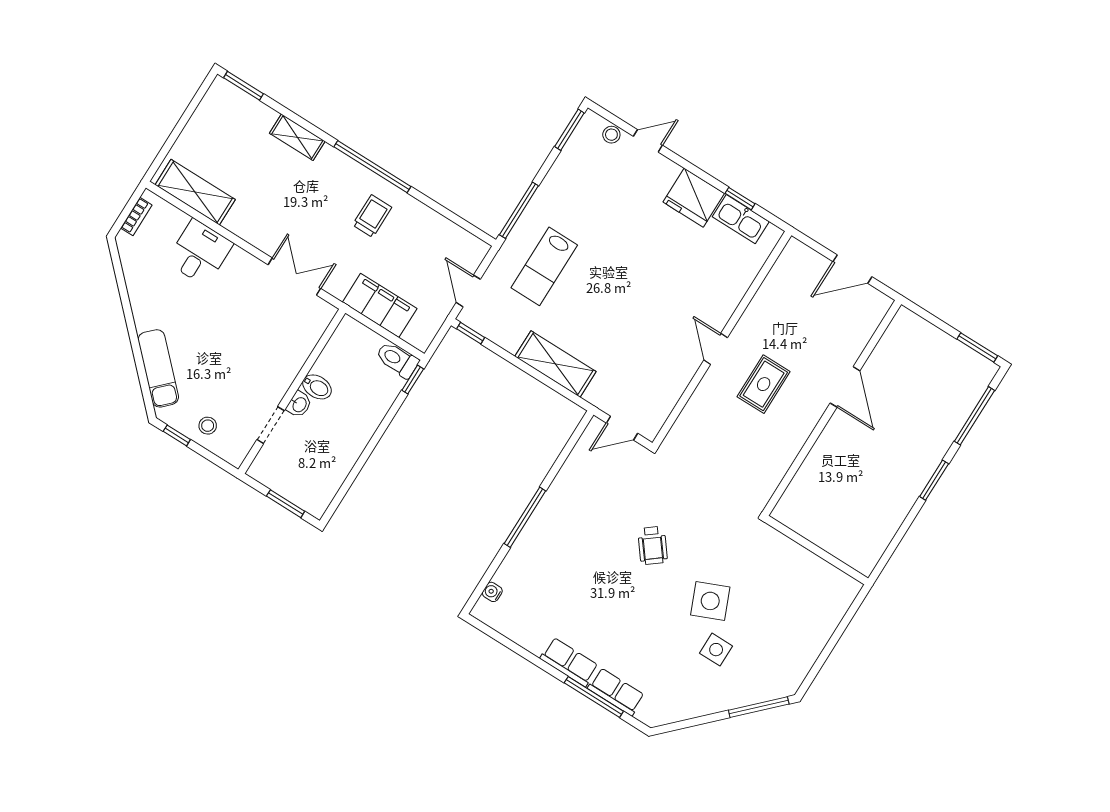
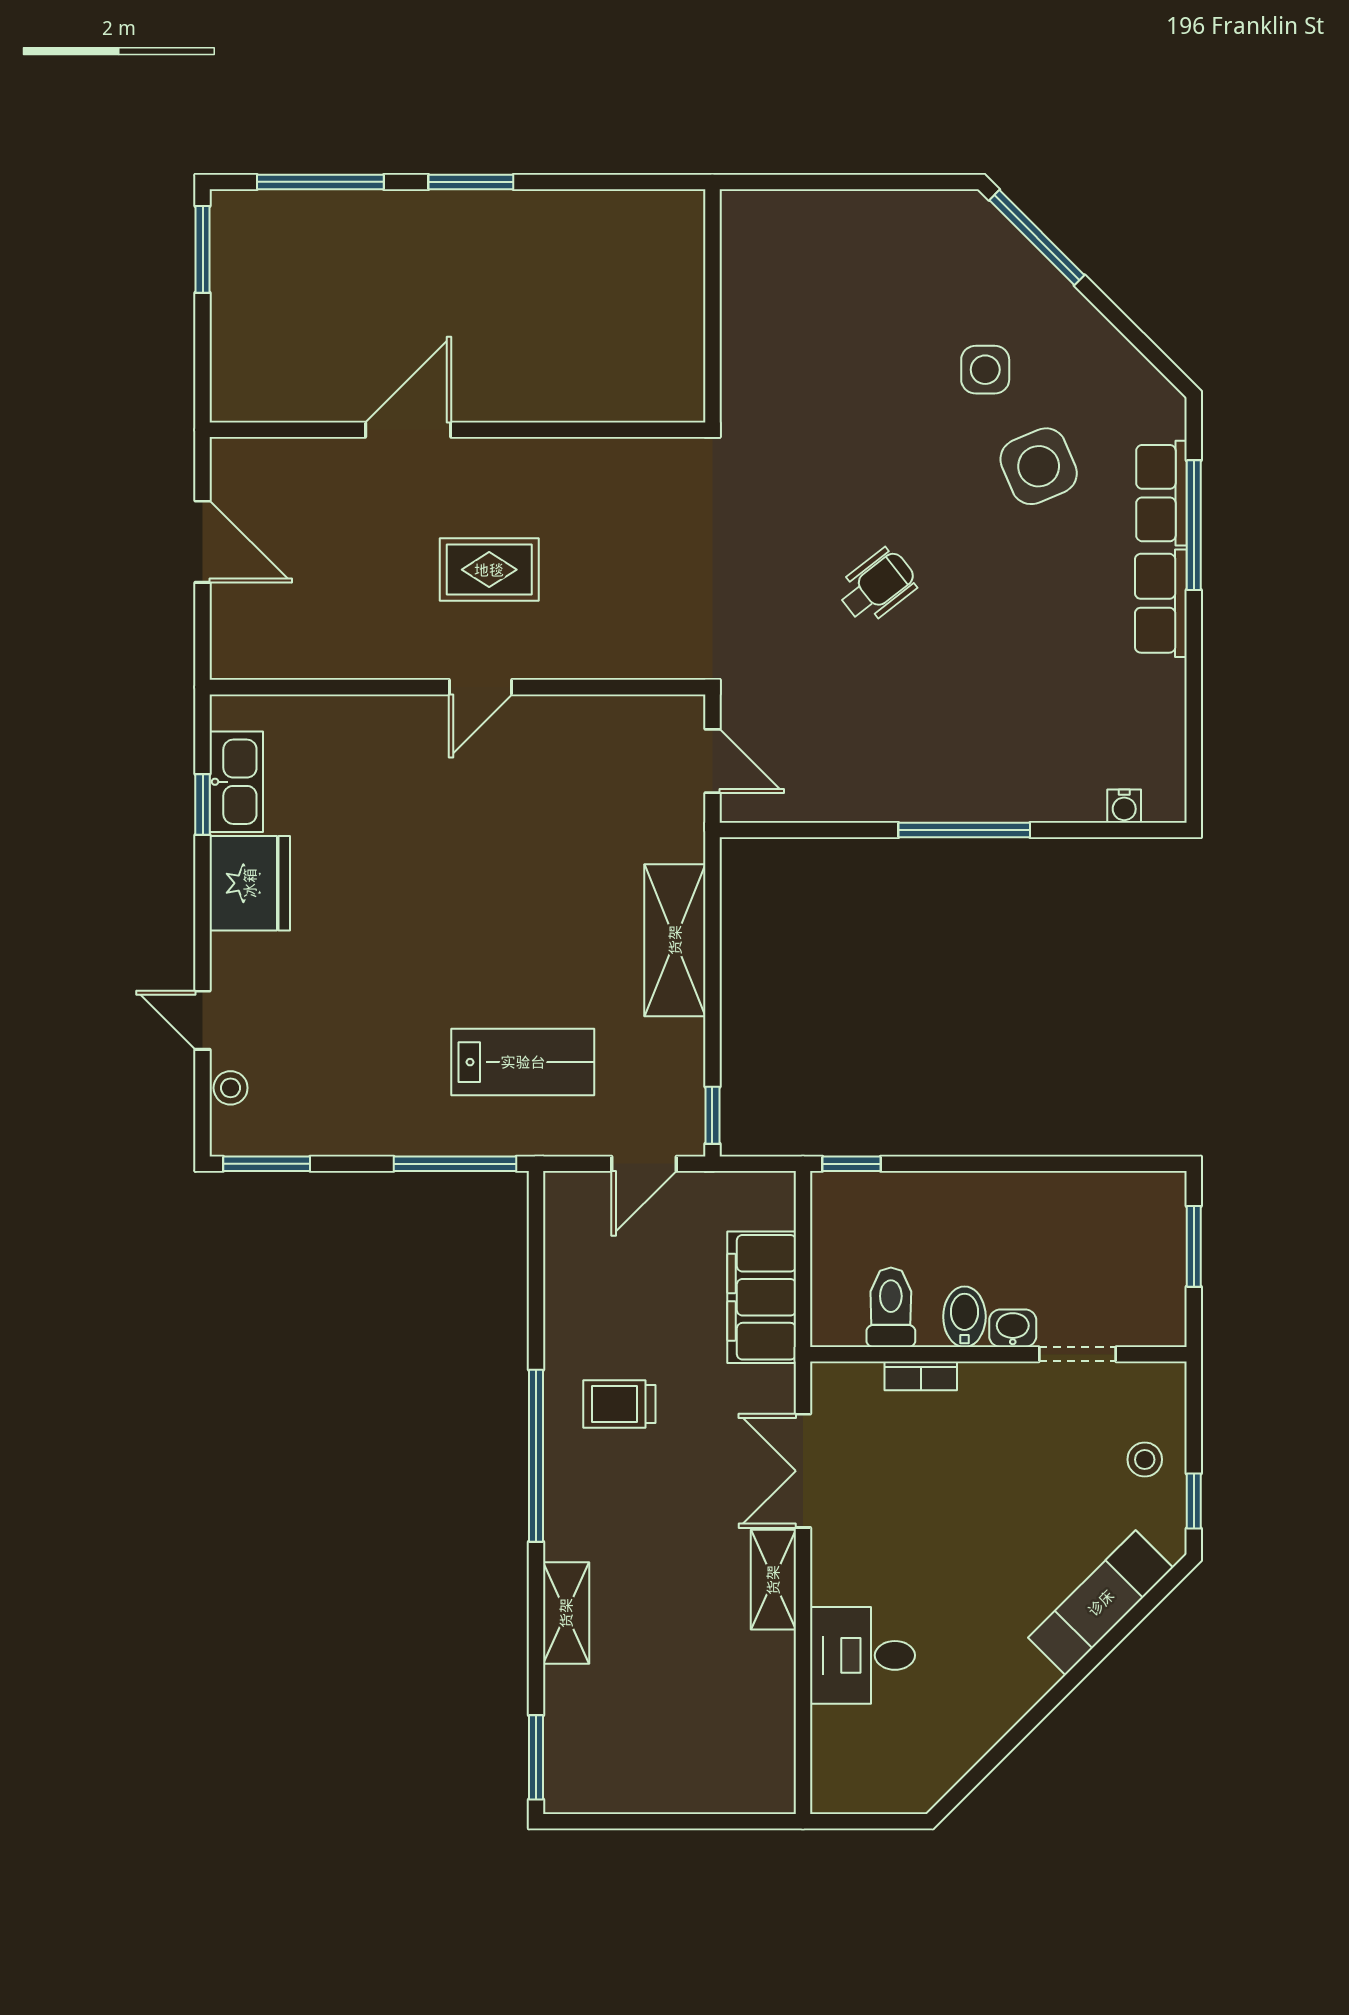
shelving: (195, 192) -> (773, 1580), moved, width x0.67, depth x0.75
bookcase: (136, 216) -> (921, 1376), moved, turned 180
toilet: (397, 360) -> (891, 1307), moved, turned 180
side table: (710, 601) -> (1039, 466), moved

